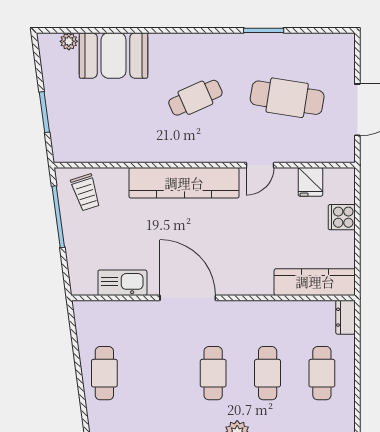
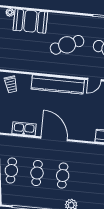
cafe table: (195, 98) -> (67, 45), width x1.37, depth x1.35
cafe table: (268, 373) -> (37, 173), moved

